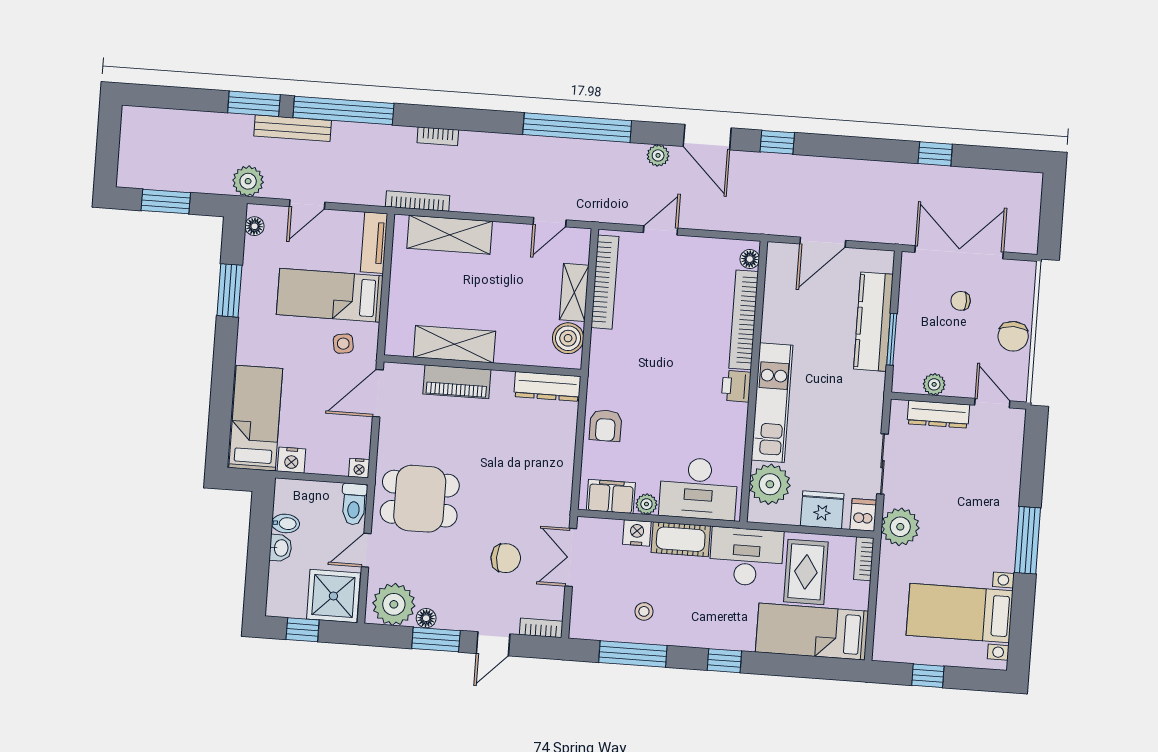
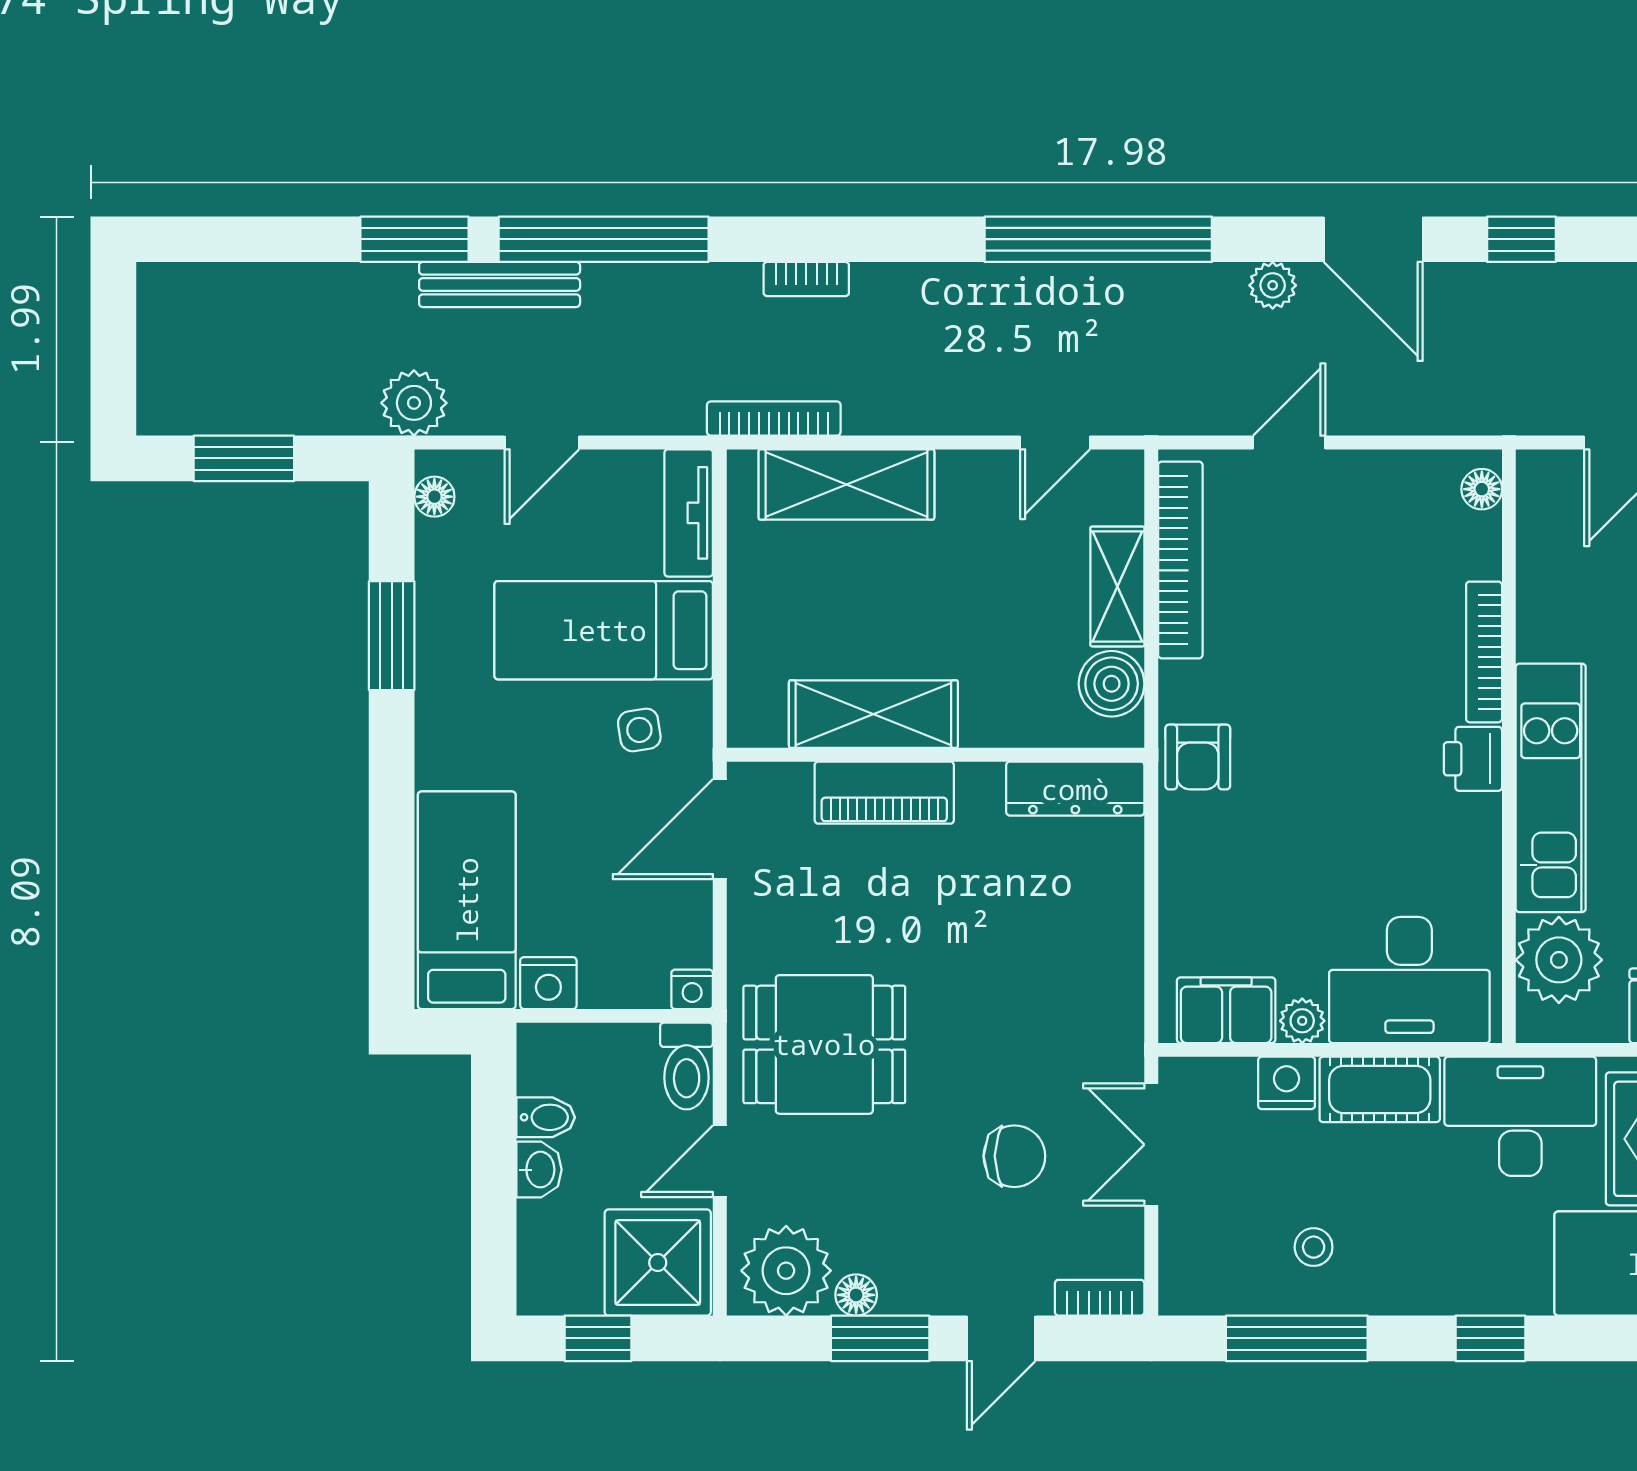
bookcase: (744, 320) -> (1484, 652), width x0.68, depth x0.76
armchair: (606, 426) -> (1198, 757), moved

